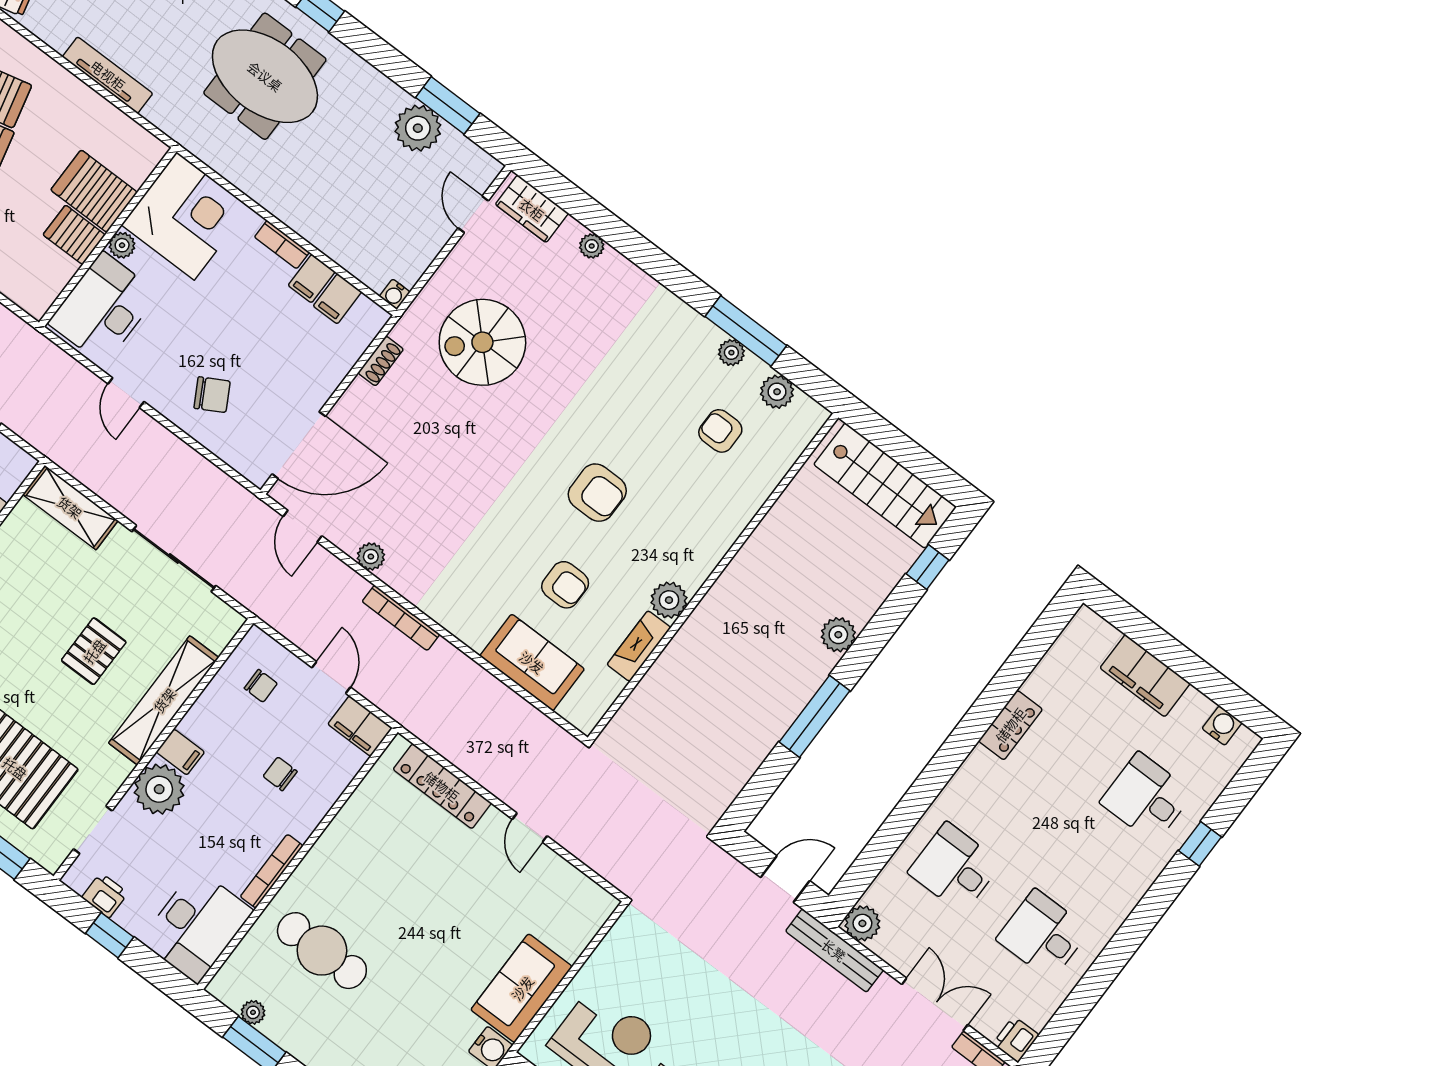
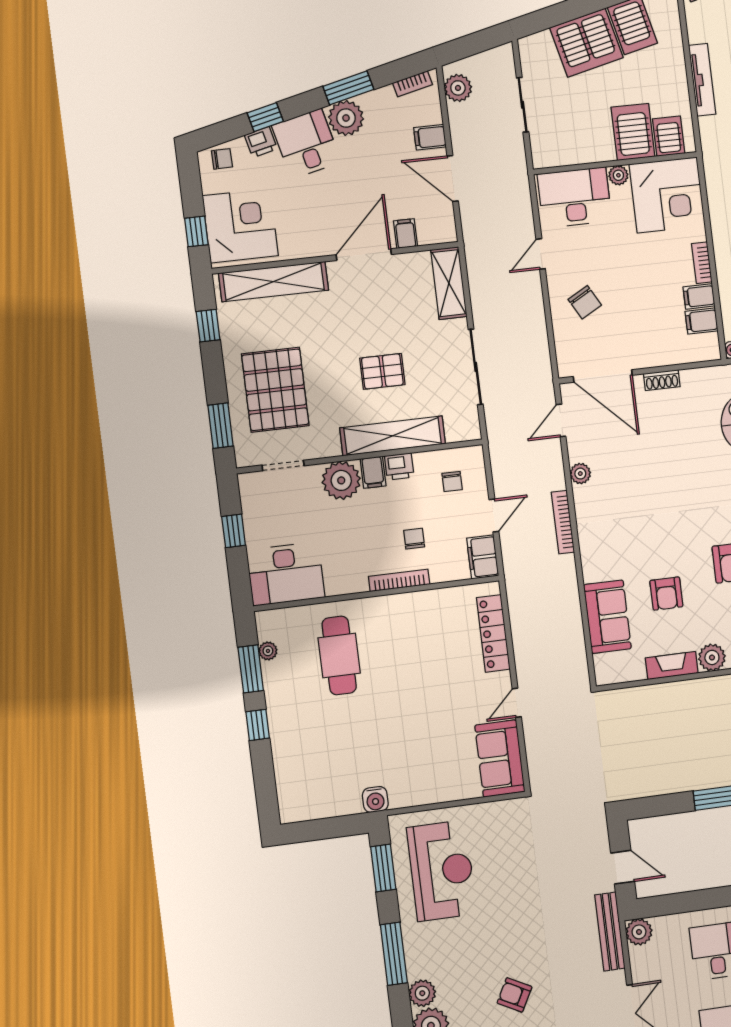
server rack: (74, 235) -> (669, 136), moved
shoe rack: (381, 361) -> (662, 380), moved
bookcase: (272, 871) -> (399, 580), moved
printer: (105, 895) -> (399, 466), moved, turned 90
sofa: (522, 988) -> (500, 758), moved, turned -90

